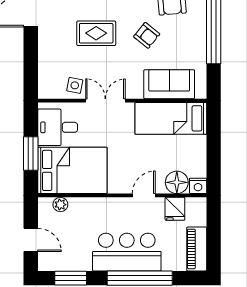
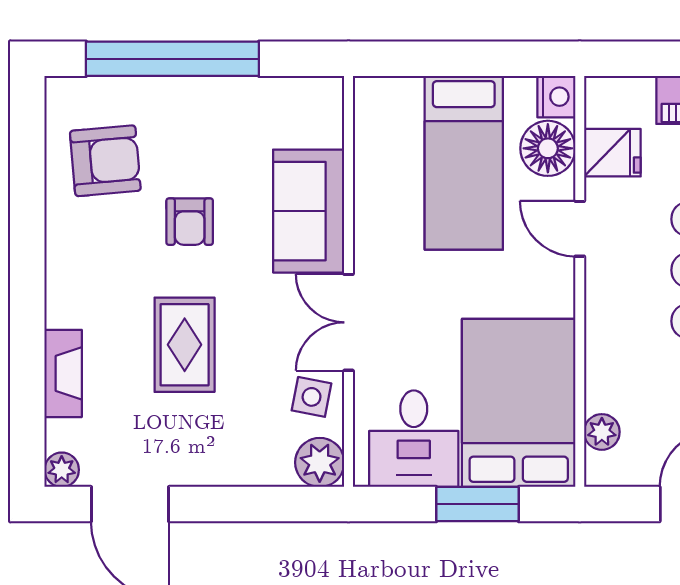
armchair: (147, 35) -> (190, 222), turned 141
sofa: (169, 84) -> (309, 211), moved
plant: (48, 89) -> (320, 462), added
bed: (171, 118) -> (464, 163), moved

